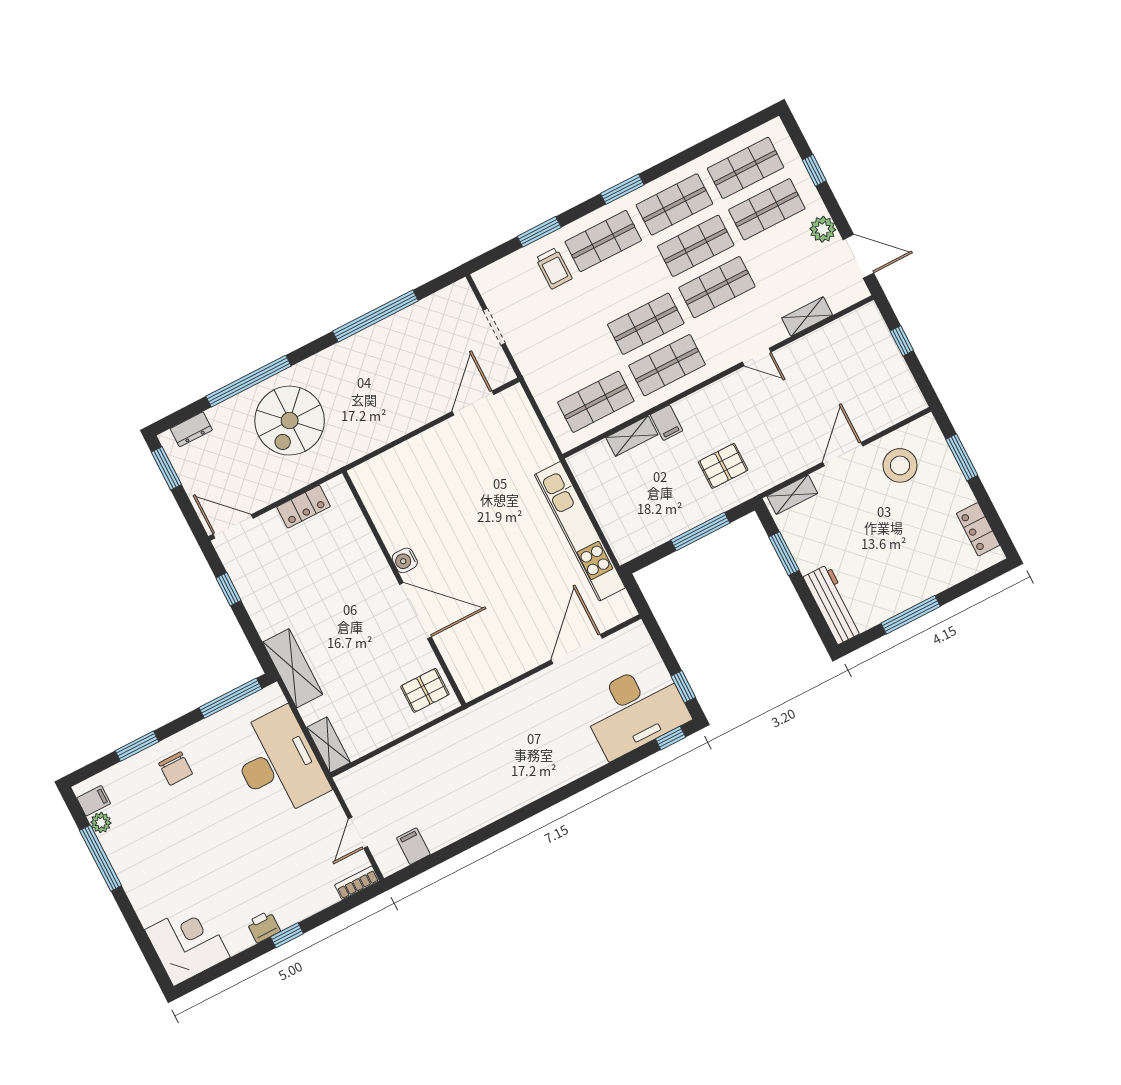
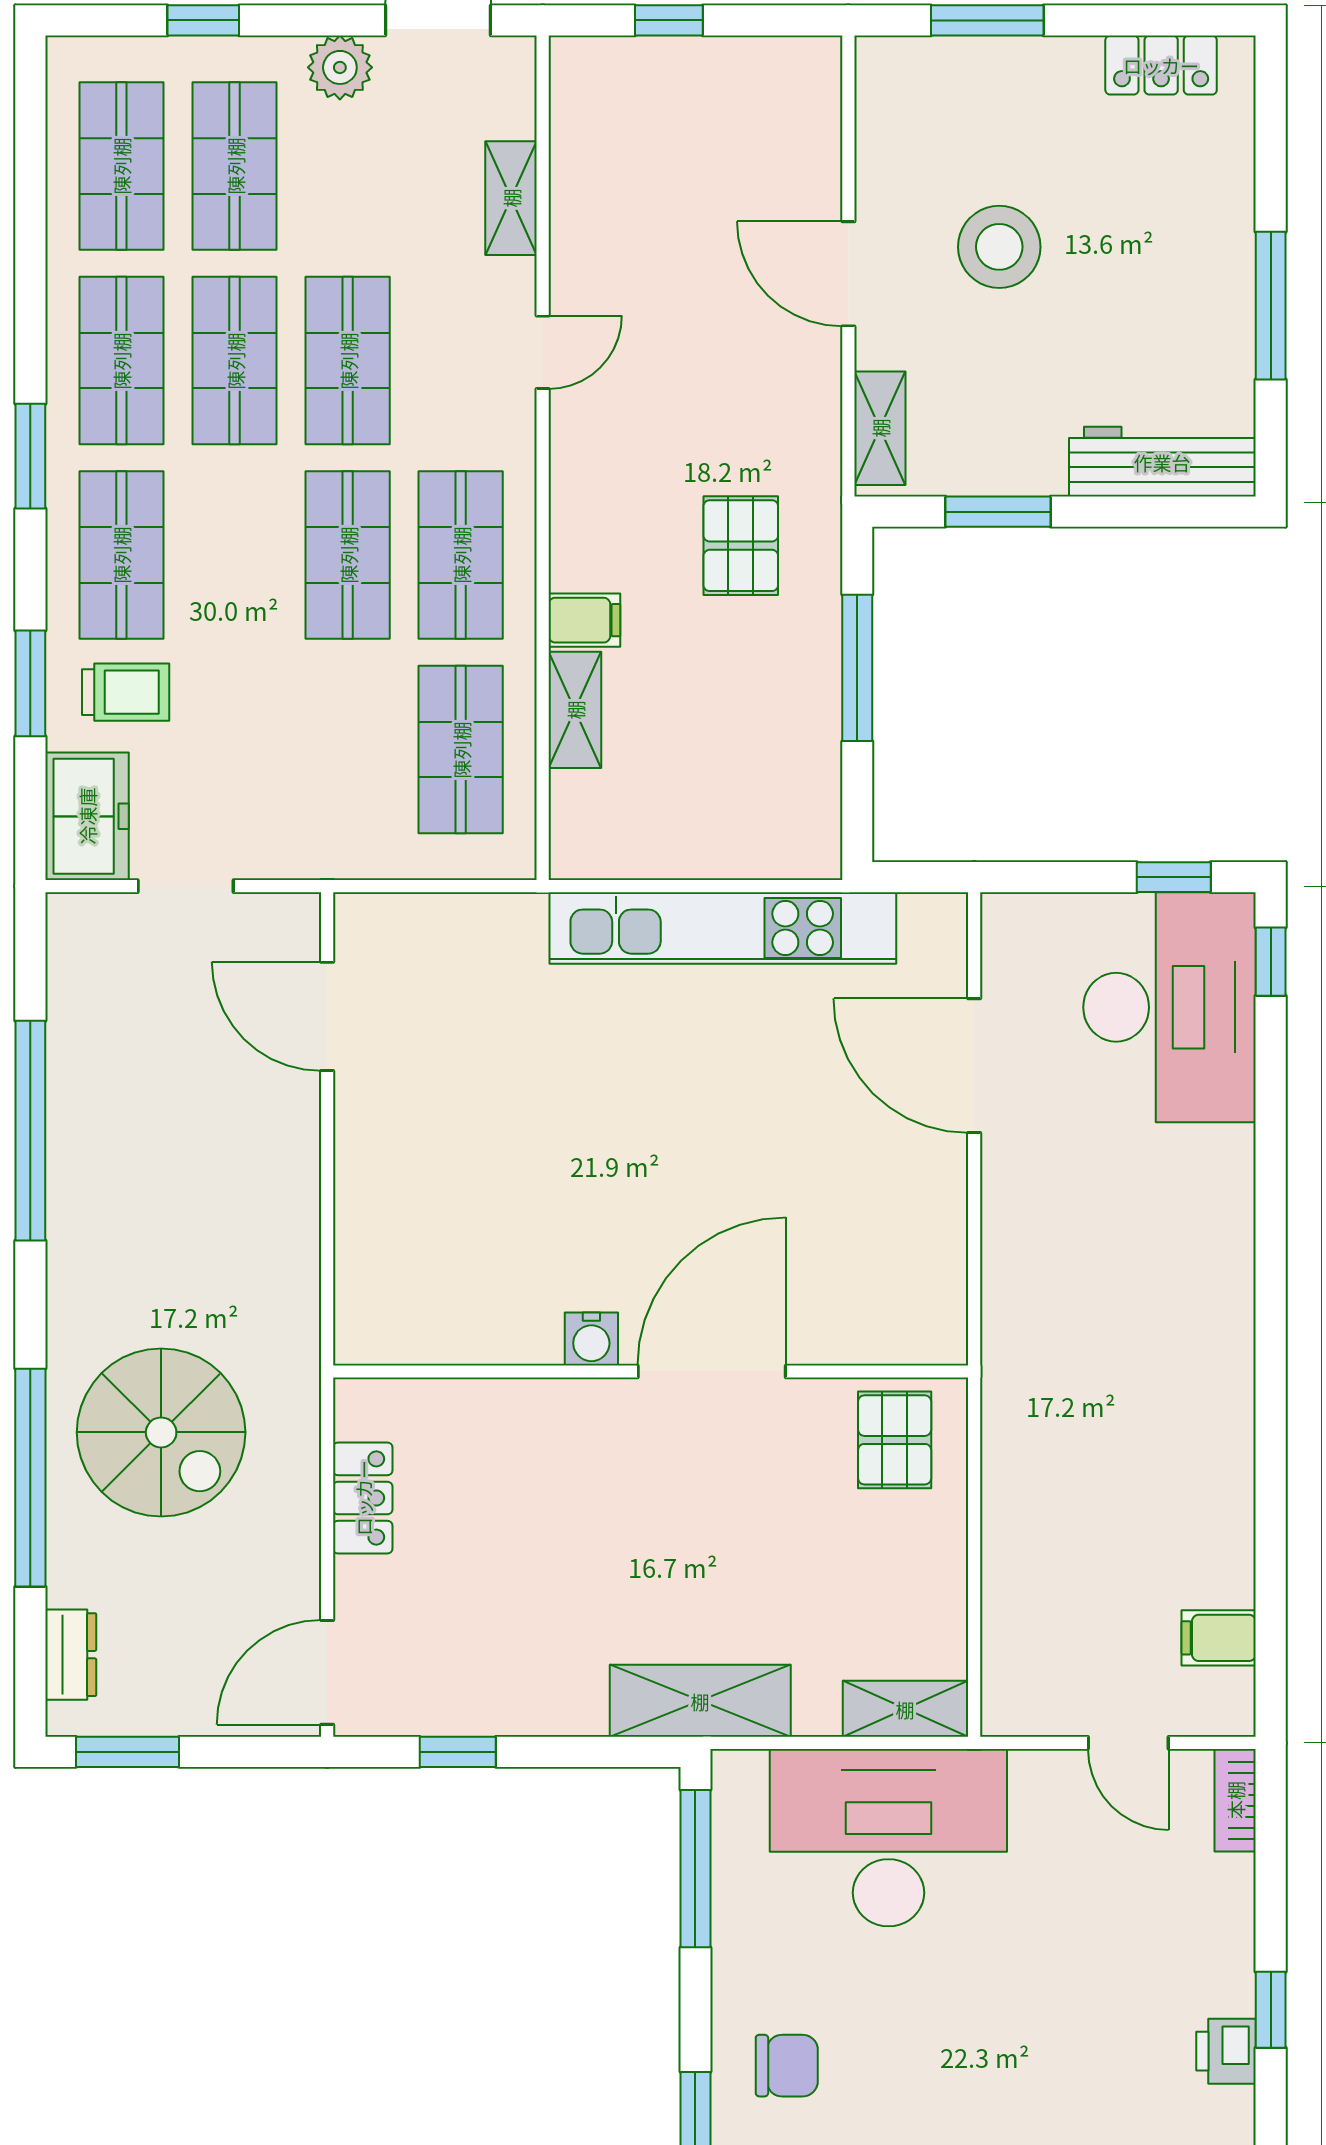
freezer: (501, 278) -> (87, 816), added
stool: (900, 465) -> (999, 247), moved

